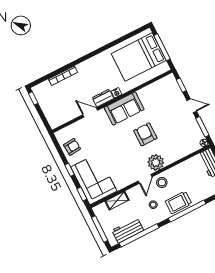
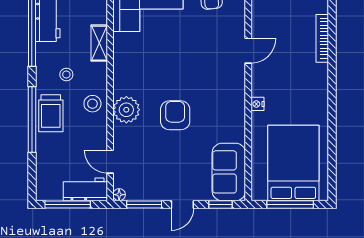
dresser: (103, 98) -> (260, 80), removed
sofa: (124, 108) -> (229, 172), moved
armchair: (145, 134) -> (175, 115), turned -90
door: (145, 179) -> (110, 162), moved
shelving: (117, 201) -> (99, 43), moved
trolley: (179, 202) -> (51, 113), turned 180

